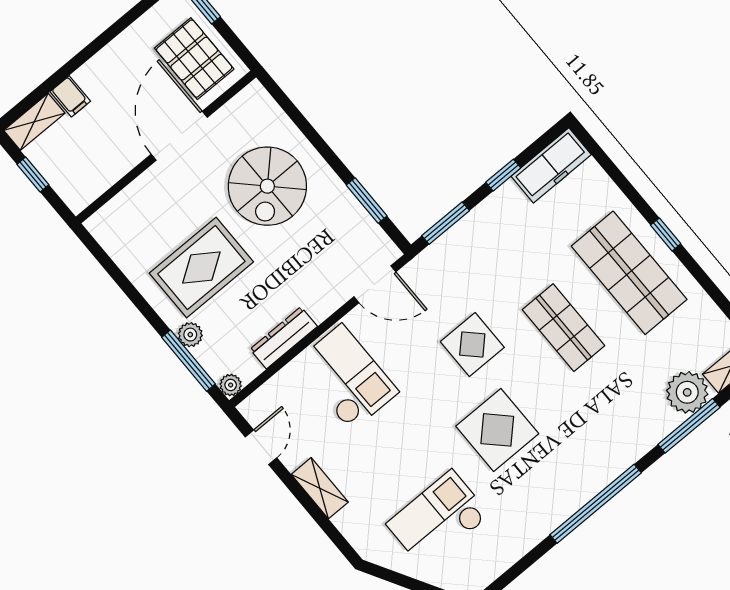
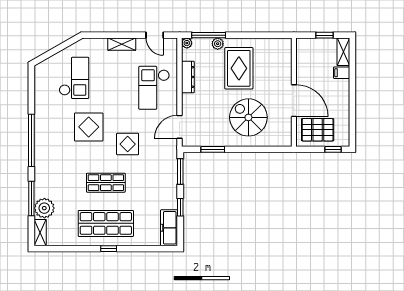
checkout: (346, 377) -> (154, 88), turned 90

